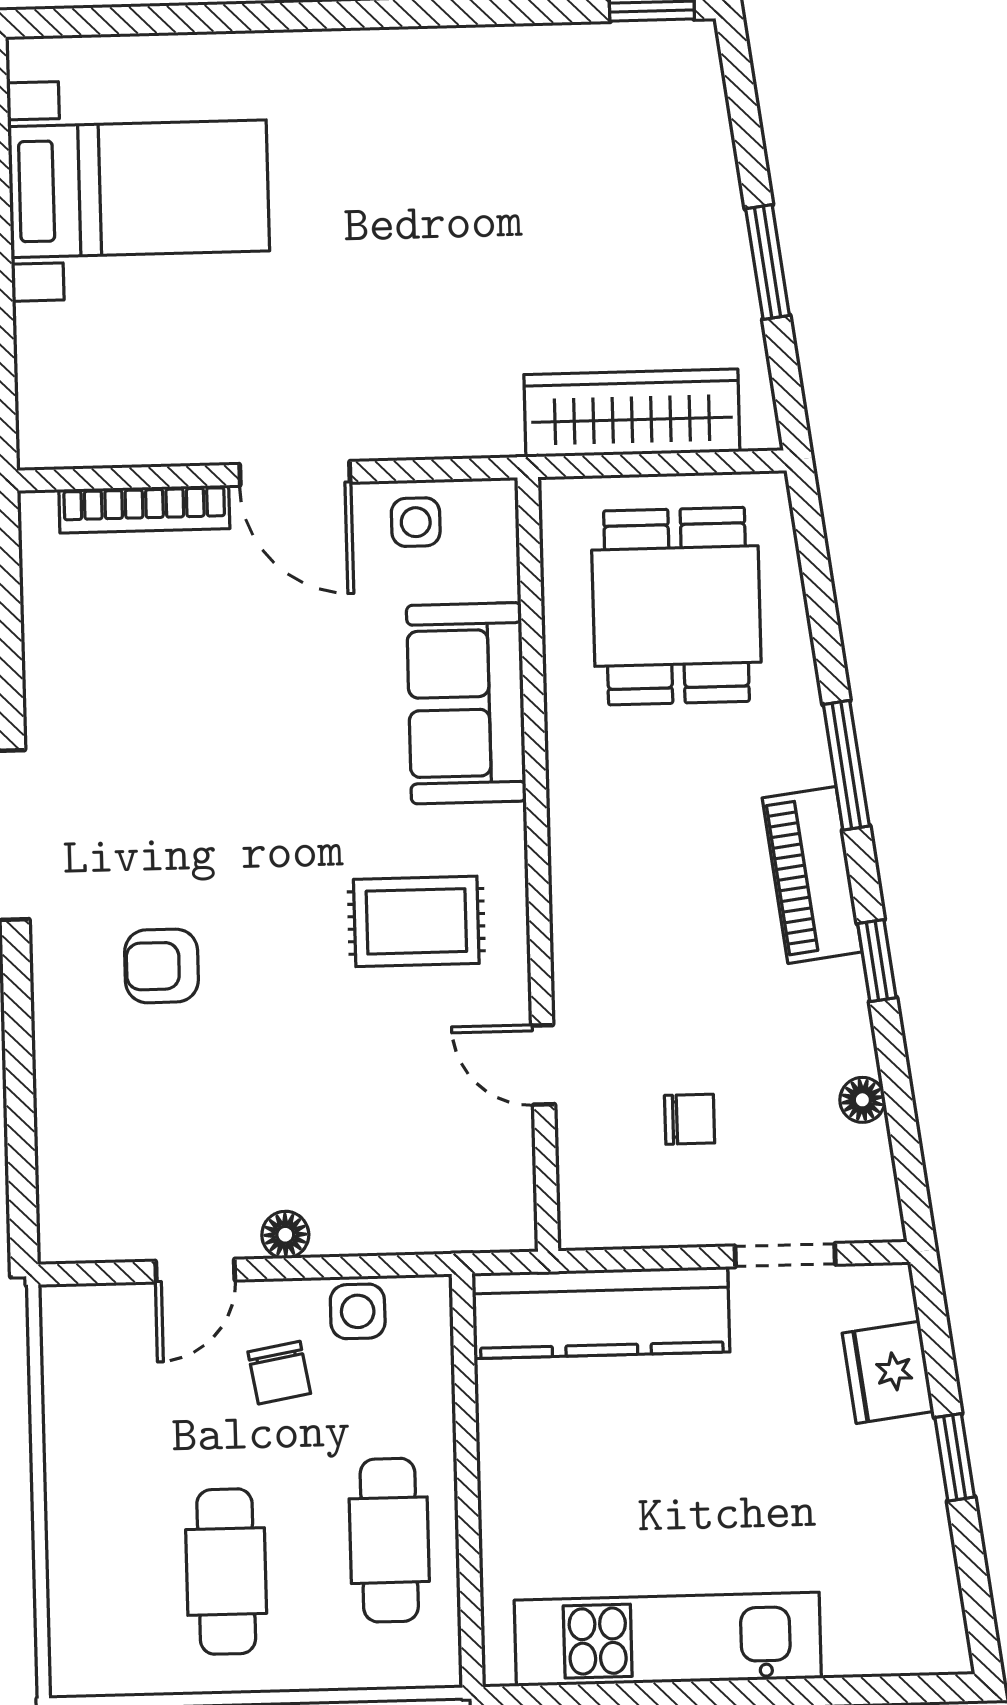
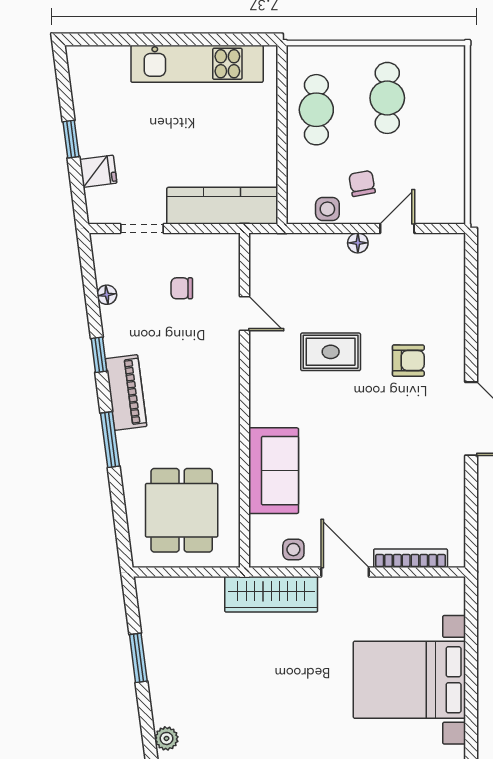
plant: (698, 78) -> (167, 738), added
bed with nightstands: (139, 189) -> (409, 680), width x1.36
wardrobe: (632, 413) -> (271, 594), moved
rug: (416, 921) -> (331, 352), moved
fridge: (888, 1372) -> (98, 171), width x0.72

